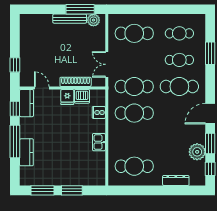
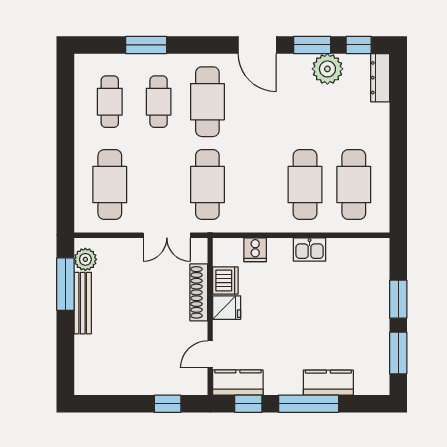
cafe table: (134, 113) -> (305, 185), moved
dresser: (176, 180) -> (380, 78), moved

